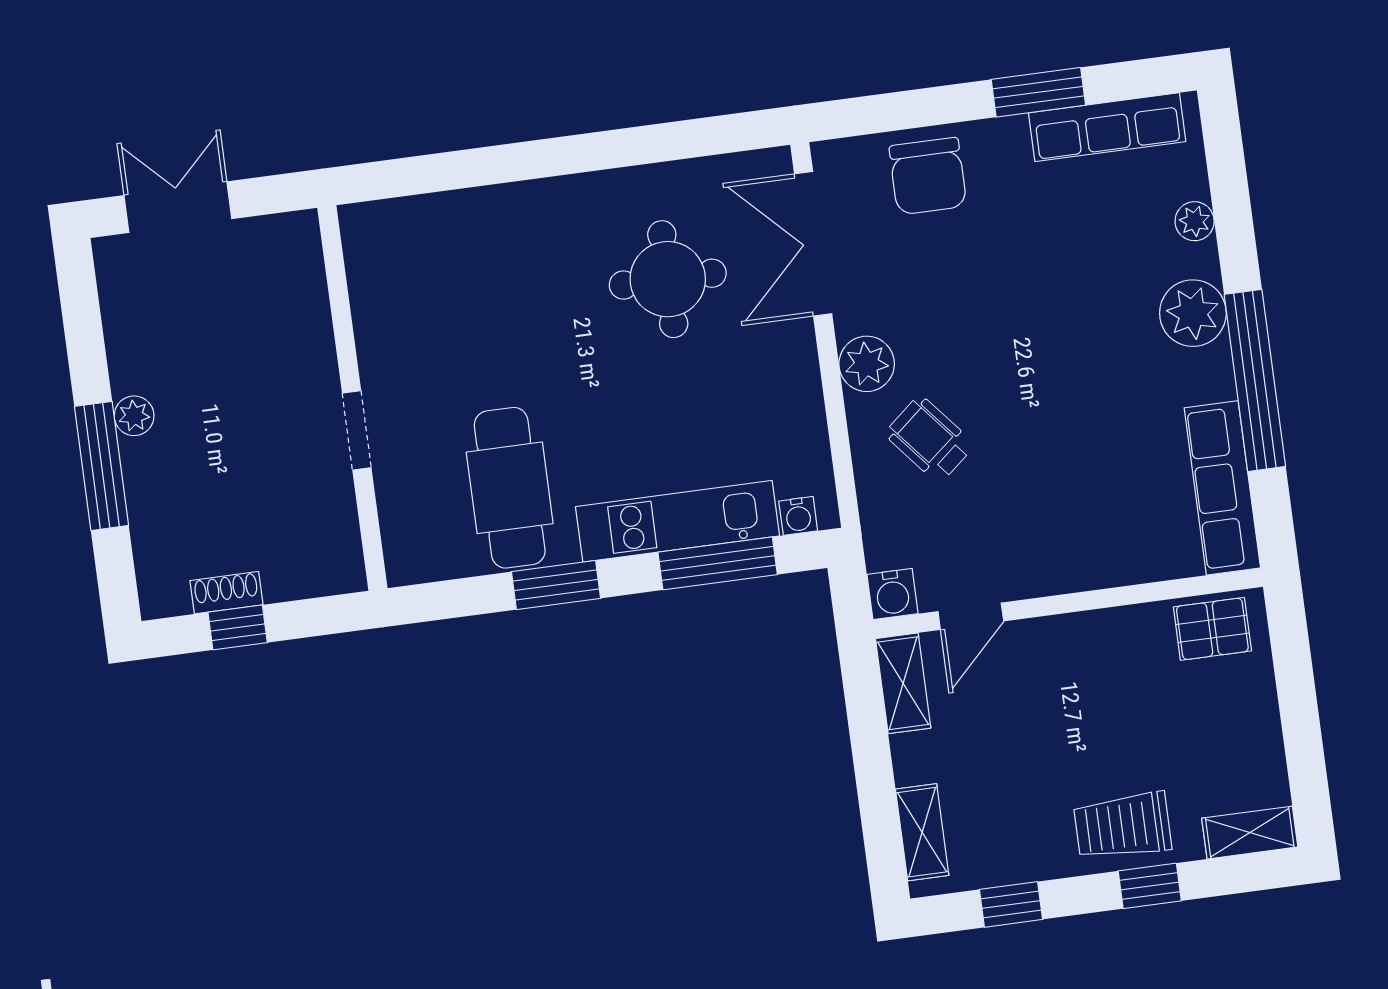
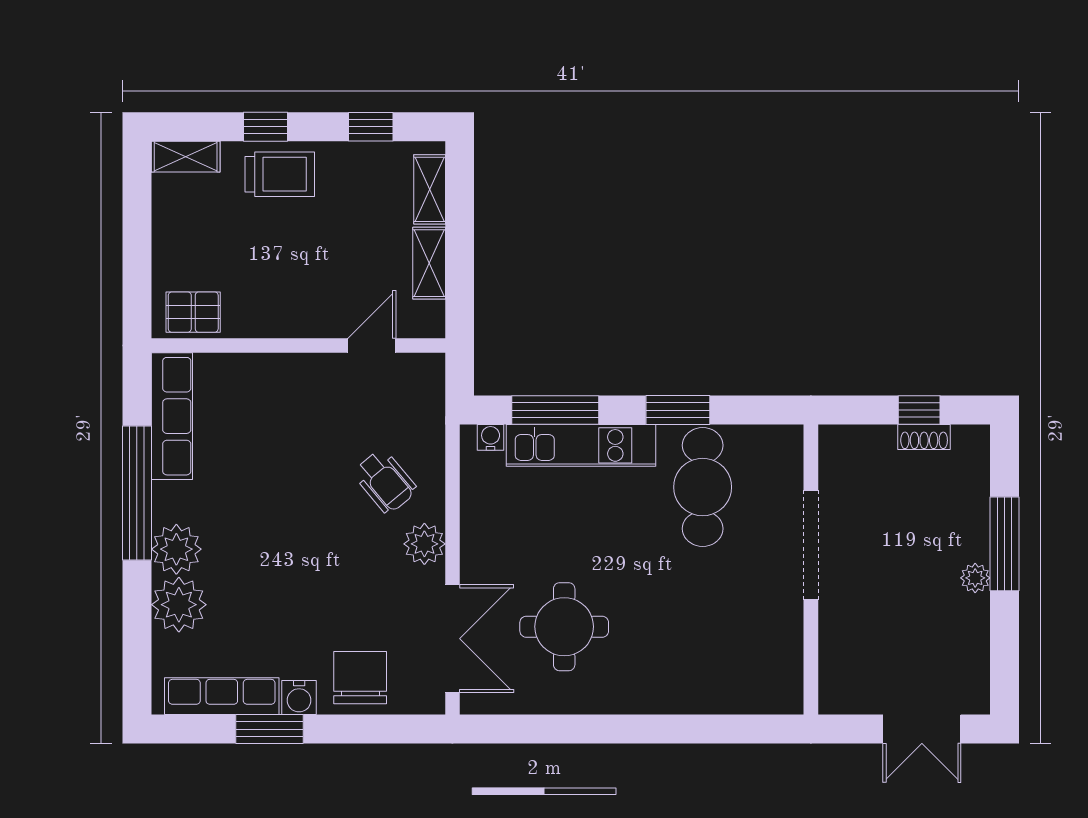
plant: (1195, 221) -> (179, 605), width x1.87, depth x1.87
doorway: (357, 430) -> (811, 545), width x1.88
water cooler: (892, 594) -> (299, 698), moved, turned 180
shelving: (903, 683) -> (429, 263), moved

